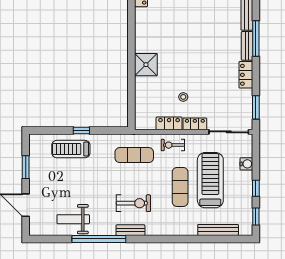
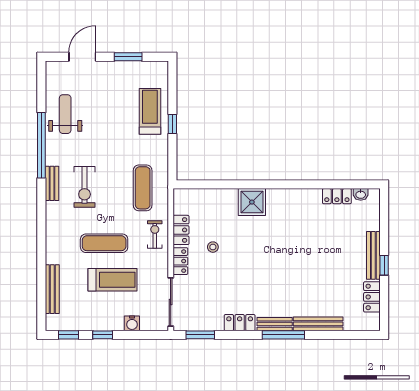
treadmill: (210, 180) -> (112, 280), width x0.73, depth x0.73

